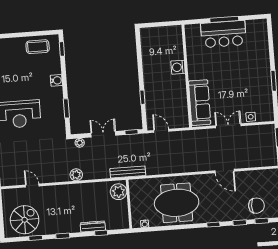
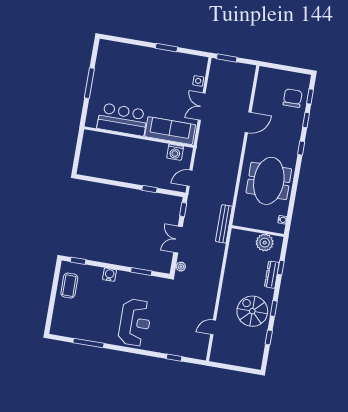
bar counter: (223, 34) -> (122, 119), moved, turned -90
washing machine: (178, 67) -> (175, 152), moved
plant: (76, 175) -> (213, 279), removed
plant: (119, 192) -> (265, 243), moved
spiral stairs: (25, 220) -> (252, 311), moved

